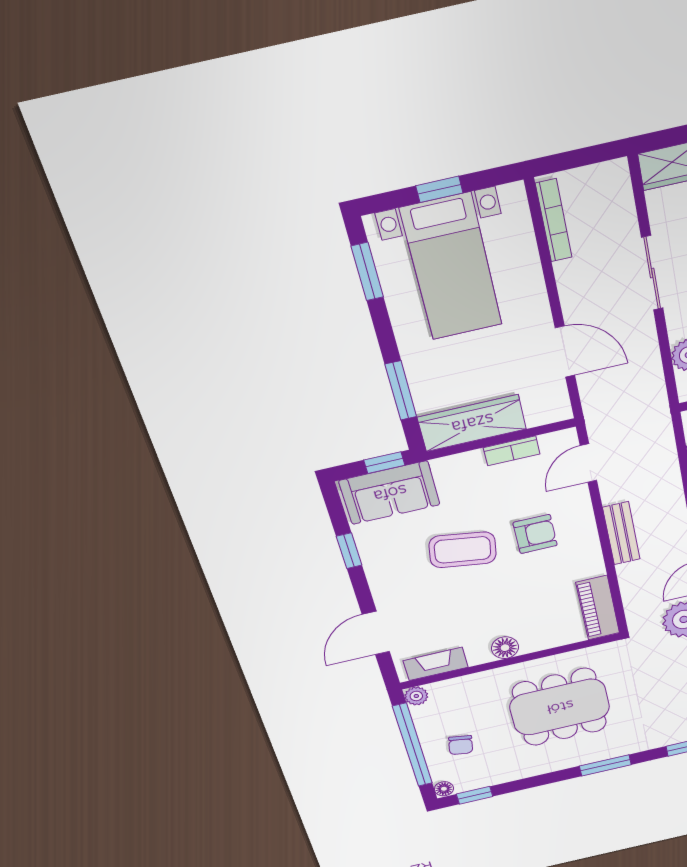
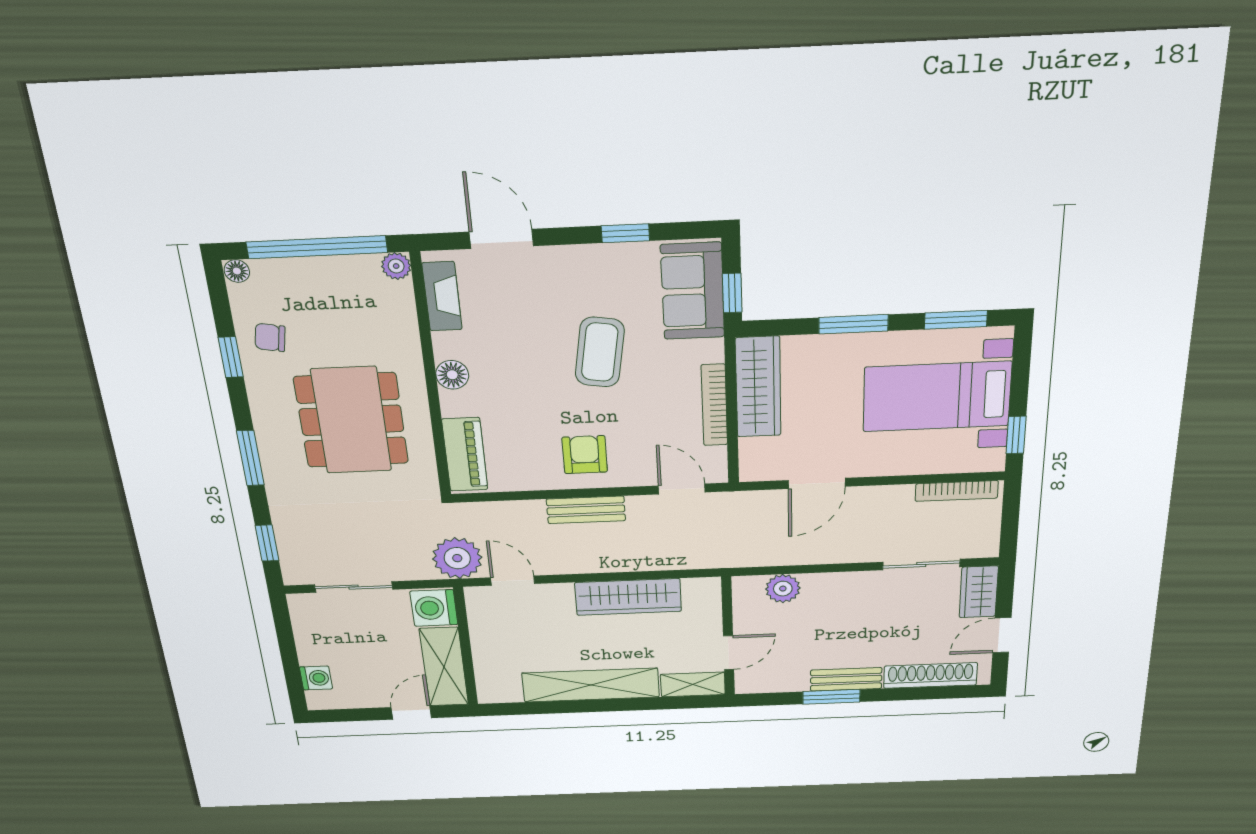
window: (439, 189) -> (1016, 435), moved
sliding door: (652, 273) -> (921, 564), moved
window: (401, 391) -> (854, 324), moved
bookcase: (512, 451) -> (714, 405), width x1.56
armchair: (535, 534) -> (585, 455), moved, turned 180
piano: (598, 608) -> (465, 454), moved, turned 90
chair: (461, 745) -> (270, 337), moved
window: (475, 795) -> (231, 357), moved

